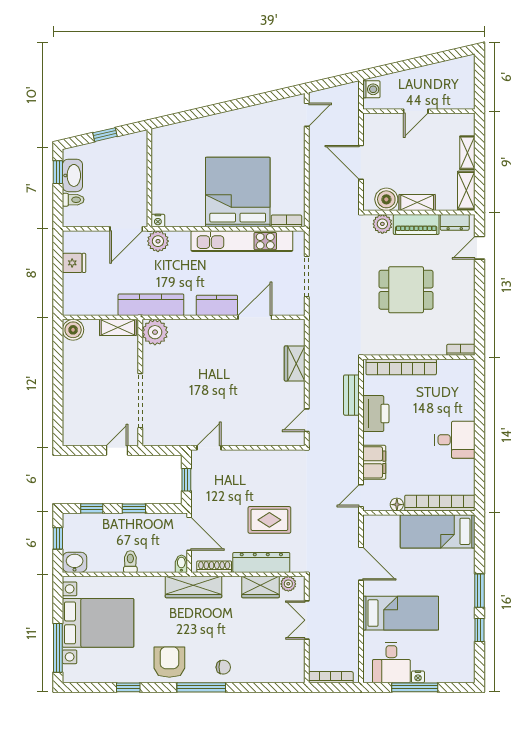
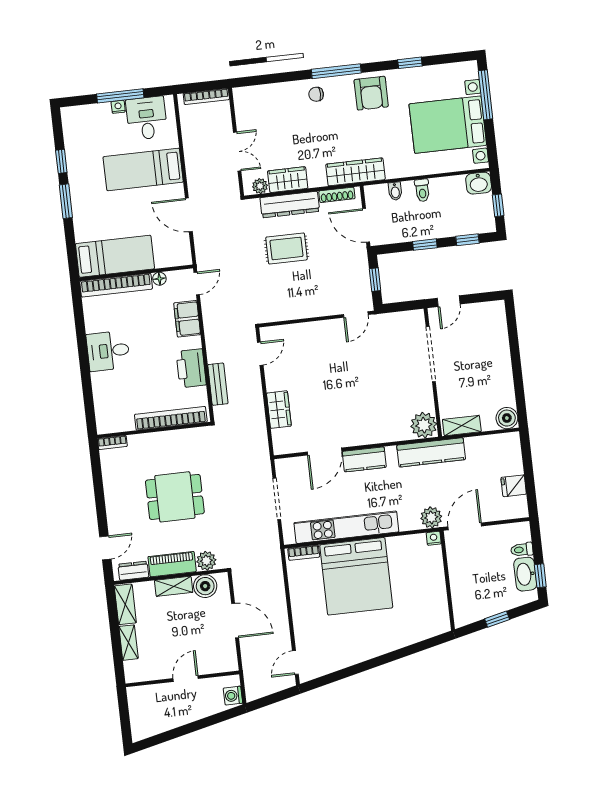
bidet: (181, 564) -> (395, 191), moved

